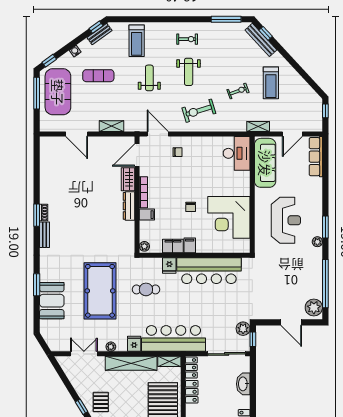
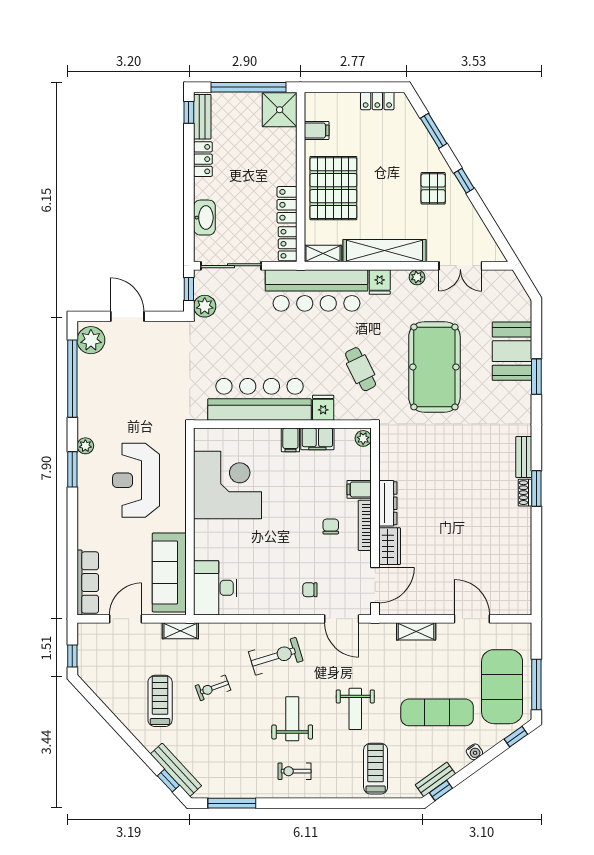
exercise mat: (98, 76) -> (437, 712), width x1.36, depth x1.45
chair: (191, 207) -> (331, 526), moved
cafe table: (146, 289) -> (361, 369), turned 64

